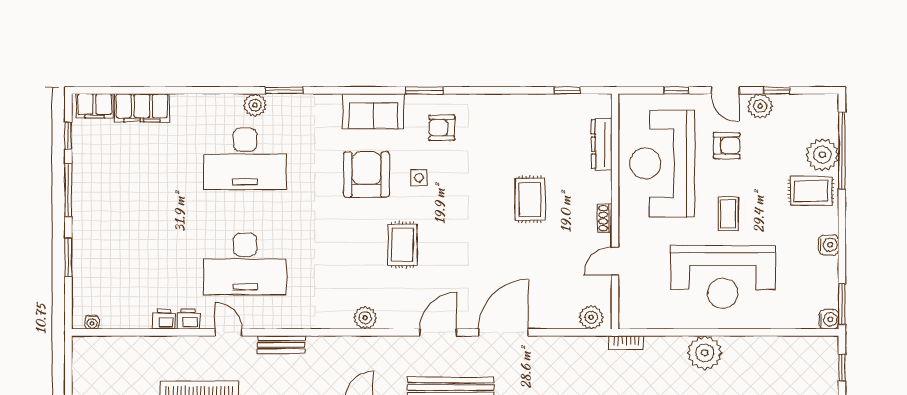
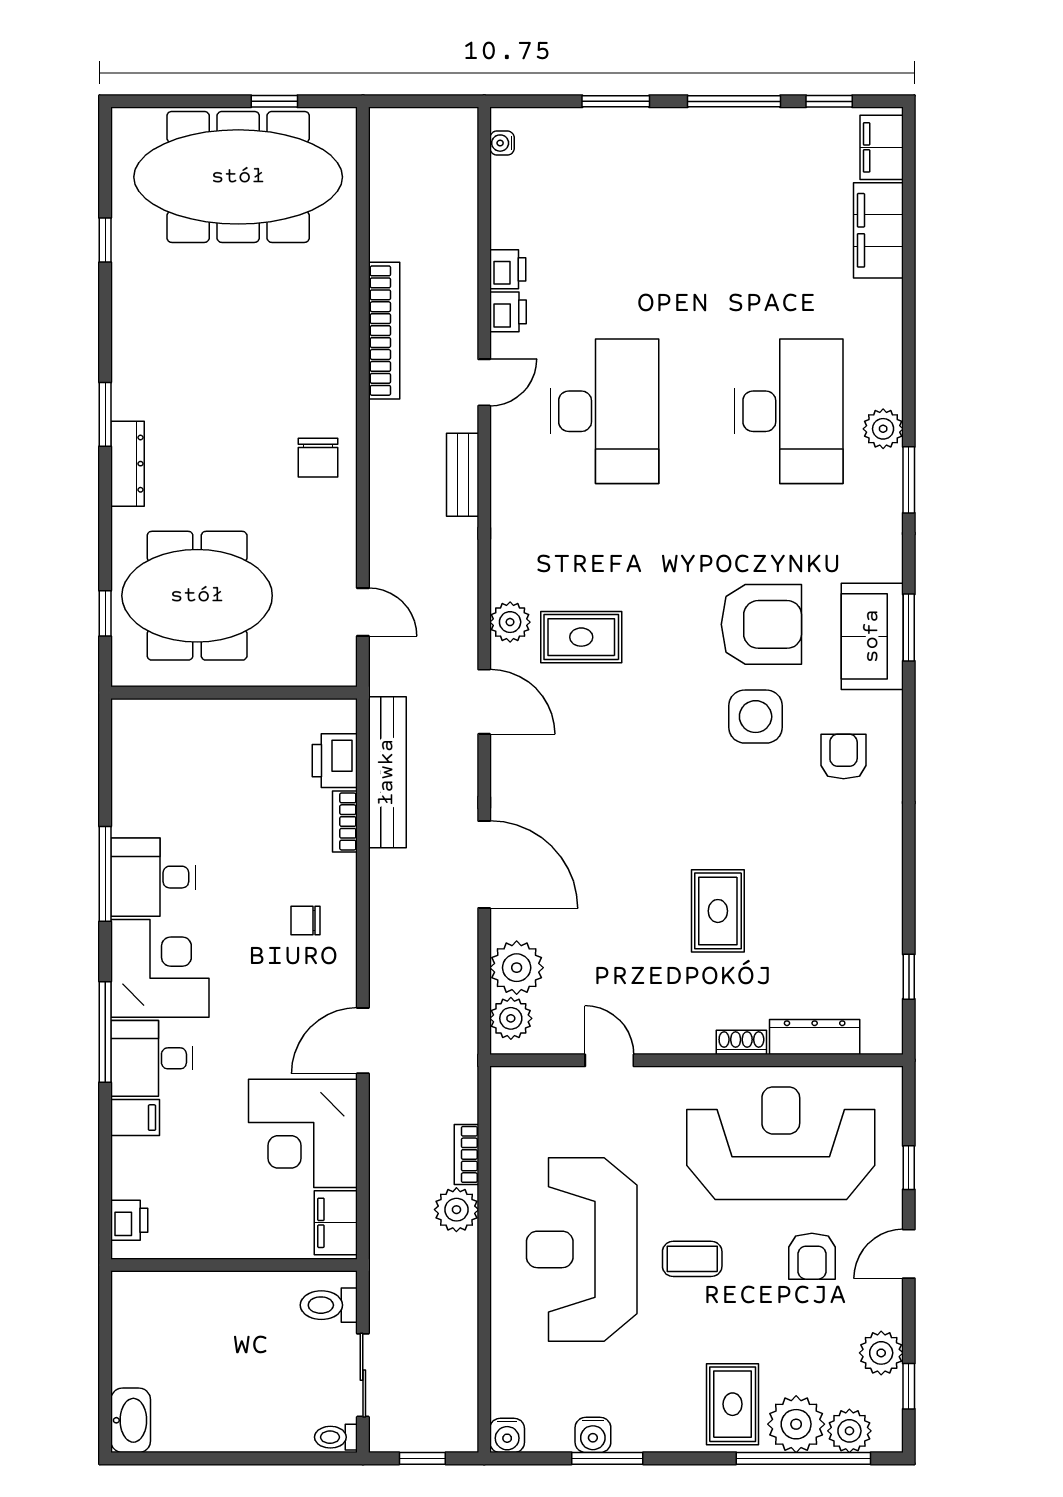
window: (424, 90) -> (909, 628), moved
window: (777, 90) -> (909, 1386), moved
plant: (760, 106) -> (881, 1353), moved
plant: (826, 124) -> (849, 1431), added
desk: (245, 159) -> (789, 411), turned 180
side table: (419, 178) -> (756, 717), width x1.87, depth x1.87
rug: (530, 199) -> (718, 911), turned 90
shoe rack: (605, 218) -> (741, 1042), moved
rug: (402, 245) -> (581, 637), moved
water cooler: (829, 245) -> (593, 1435), moved
desk: (245, 264) -> (604, 411), turned 180
window: (842, 304) -> (607, 1458), moved
plant: (562, 314) -> (517, 968), added
door: (438, 332) -> (484, 702), moved
bookcase: (626, 343) -> (466, 1154), moved
plant: (705, 353) -> (456, 1210), width x0.73, depth x0.73

